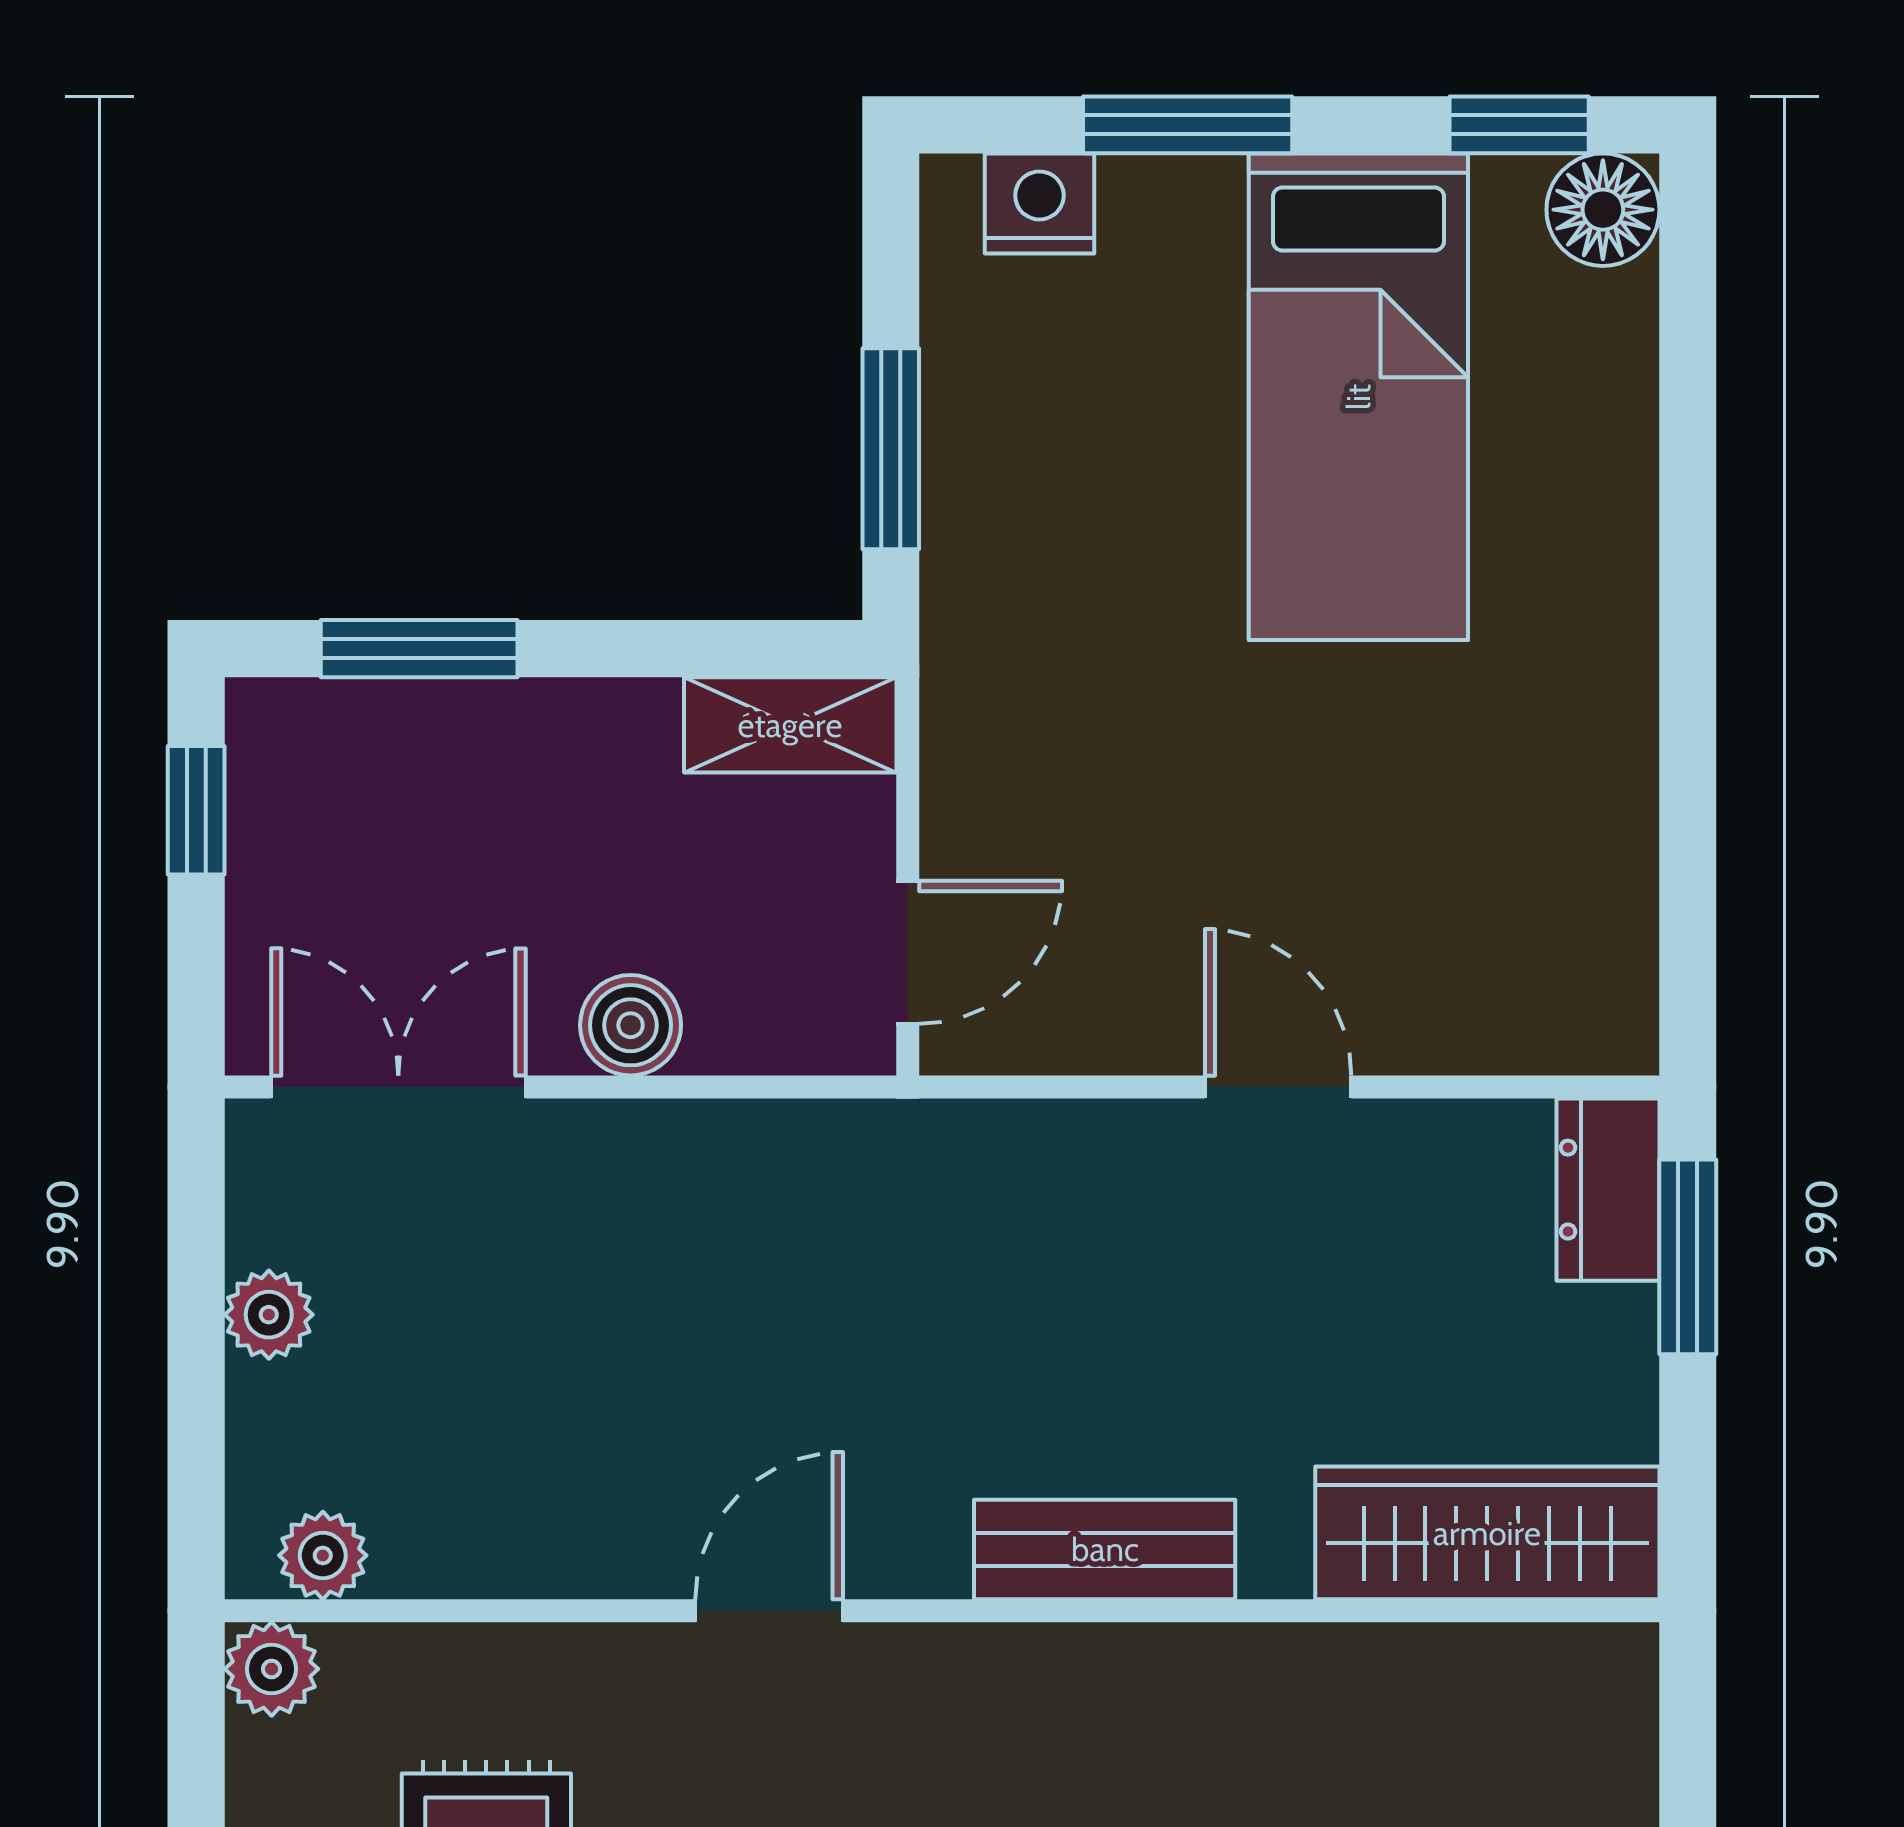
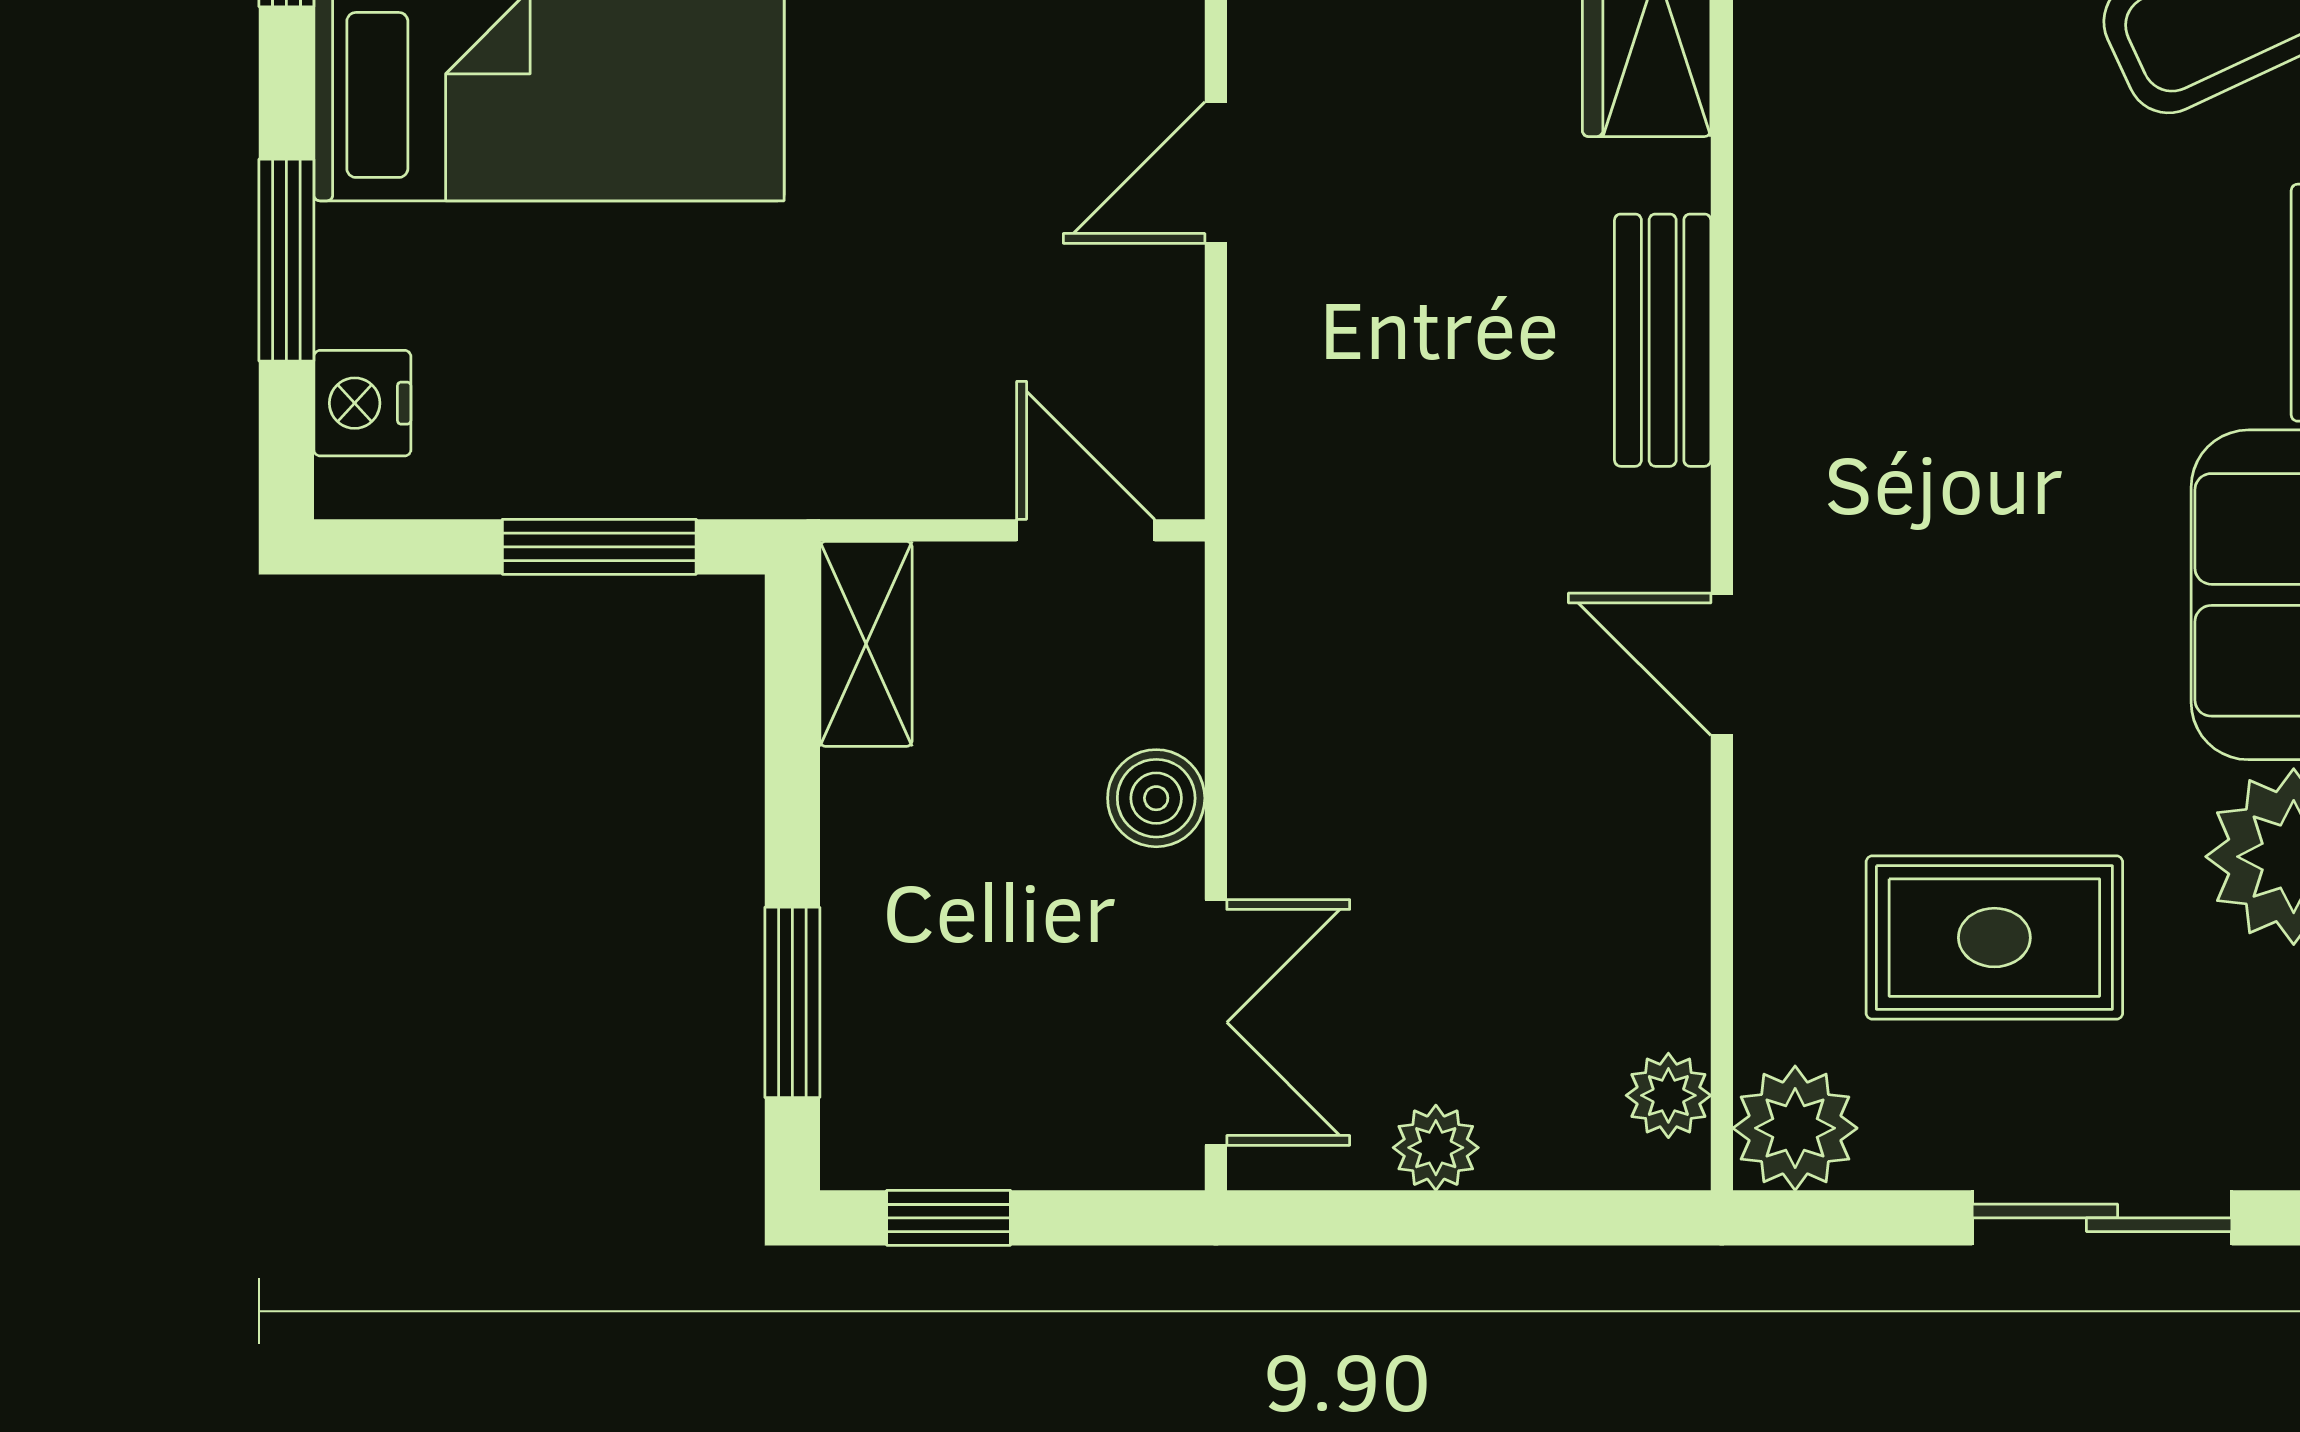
double door: (398, 1087) -> (1216, 1022), swing flipped
plant: (272, 1669) -> (1795, 1128), width x1.38, depth x1.38

